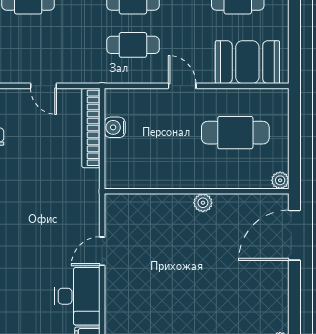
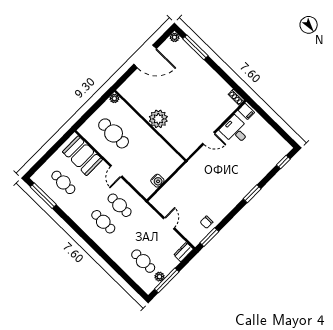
bookcase: (91, 128) -> (167, 189), removed
plant: (203, 203) -> (158, 119), width x1.88, depth x1.88
door: (294, 235) -> (145, 56), moved
desk: (77, 296) -> (235, 130), width x0.73

